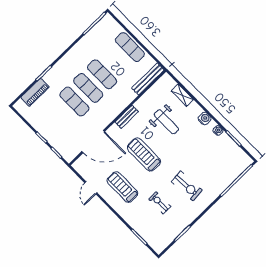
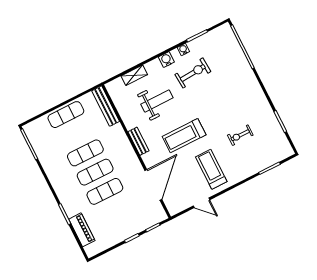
exercise bike: (187, 186) -> (193, 73), moved
treadmill: (122, 187) -> (211, 169), turned 90

